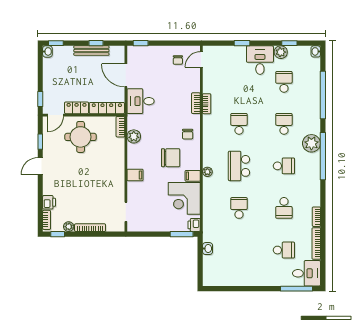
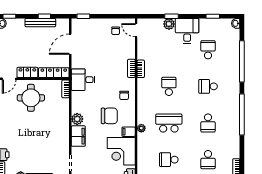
plant: (281, 52) -> (169, 24), moved
door: (201, 59) -> (136, 30), hinge flipped
door: (126, 75) -> (70, 44), hinge flipped
desk: (141, 101) -> (83, 80), moved
school desk: (284, 124) -> (208, 86), turned -90
plant: (134, 136) -> (77, 119), moved
plant: (311, 143) -> (232, 103), removed
school desk: (239, 166) -> (169, 123), turned 90
school desk: (284, 166) -> (208, 123), turned 90
filing cabinet: (135, 175) -> (78, 136), width x2.00
school desk: (239, 208) -> (169, 160), turned -90

